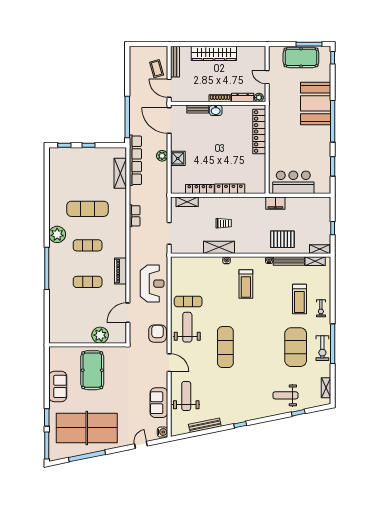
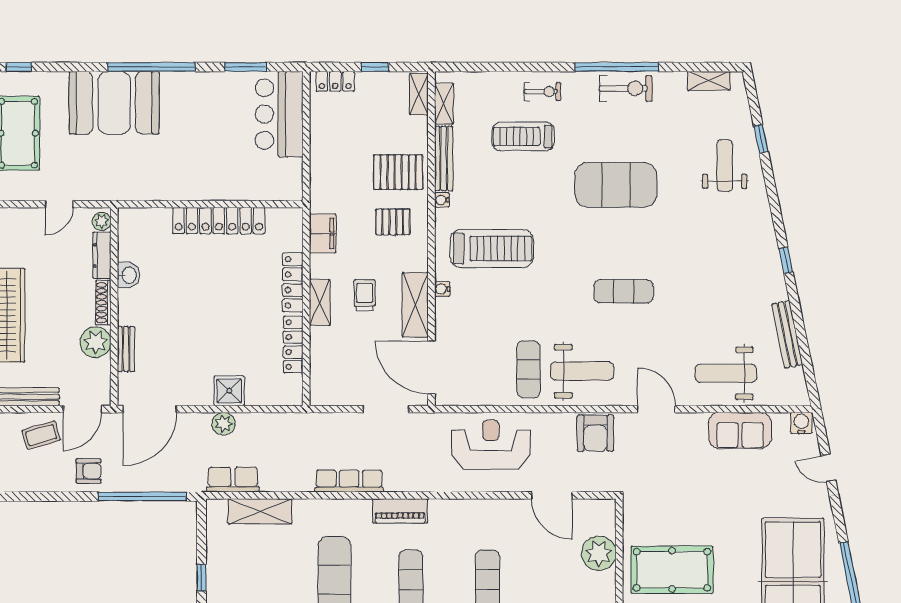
armchair: (139, 91) -> (89, 471), added
plant: (201, 95) -> (96, 342), added
washbasin: (216, 110) -> (128, 275), moved
locker: (259, 132) -> (219, 221), moved
row of seats: (135, 160) -> (233, 480), width x0.50
bar counter: (293, 182) -> (279, 114), moved
shelving: (187, 202) -> (320, 303), moved
filing cabinet: (275, 203) -> (323, 233), moved
locker: (326, 209) -> (335, 81), added
row of seats: (135, 216) -> (349, 481), width x1.48
pallet: (259, 237) -> (393, 222), added
pallet: (282, 239) -> (398, 172), turned 90
door: (189, 255) -> (431, 367), added
piano: (120, 271) -> (400, 511), moved
treadmill: (246, 284) -> (492, 249), width x1.37, depth x1.38
treadmill: (299, 299) -> (523, 136), turned 180
weight bench: (187, 327) -> (582, 371), turned 180
armchair: (158, 334) -> (595, 433), turned -90
exercise mat: (225, 347) -> (624, 291), width x0.73, depth x0.69
exercise mat: (296, 347) -> (616, 185), moved
door: (169, 363) -> (656, 409), hinge flipped
weight bench: (285, 395) -> (725, 166), turned 180

